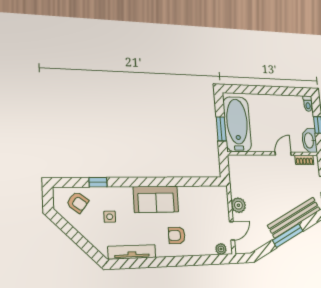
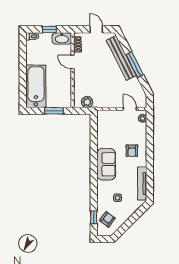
bathtub: (237, 124) -> (36, 86), moved, turned 90
window: (98, 182) -> (94, 217), moved
plant: (238, 205) -> (87, 102), moved

